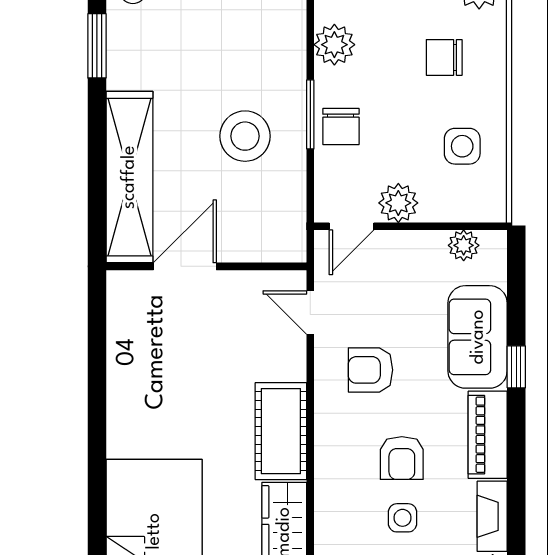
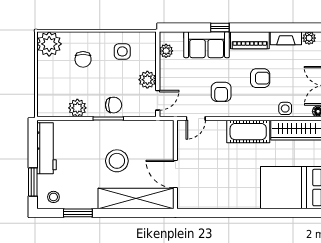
stool: (245, 136) -> (117, 161), moved
door: (352, 226) -> (158, 100), hinge flipped
side table: (403, 518) -> (285, 108), moved

